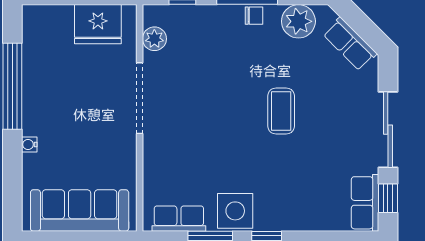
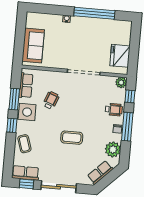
wheelchair: (214, 27) -> (114, 110), added
plant: (154, 39) -> (121, 82), moved
wheelchair: (206, 162) -> (51, 100), added
sofa: (80, 210) -> (33, 46), width x0.73
coffee table: (303, 211) -> (24, 144), added

